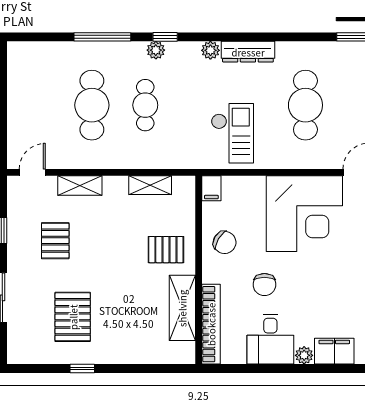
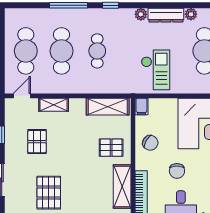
plant: (156, 50) -> (191, 14), moved
cafe table: (38, 105) -> (26, 51), added
shelving: (150, 185) -> (108, 107), width x1.50, depth x1.33

